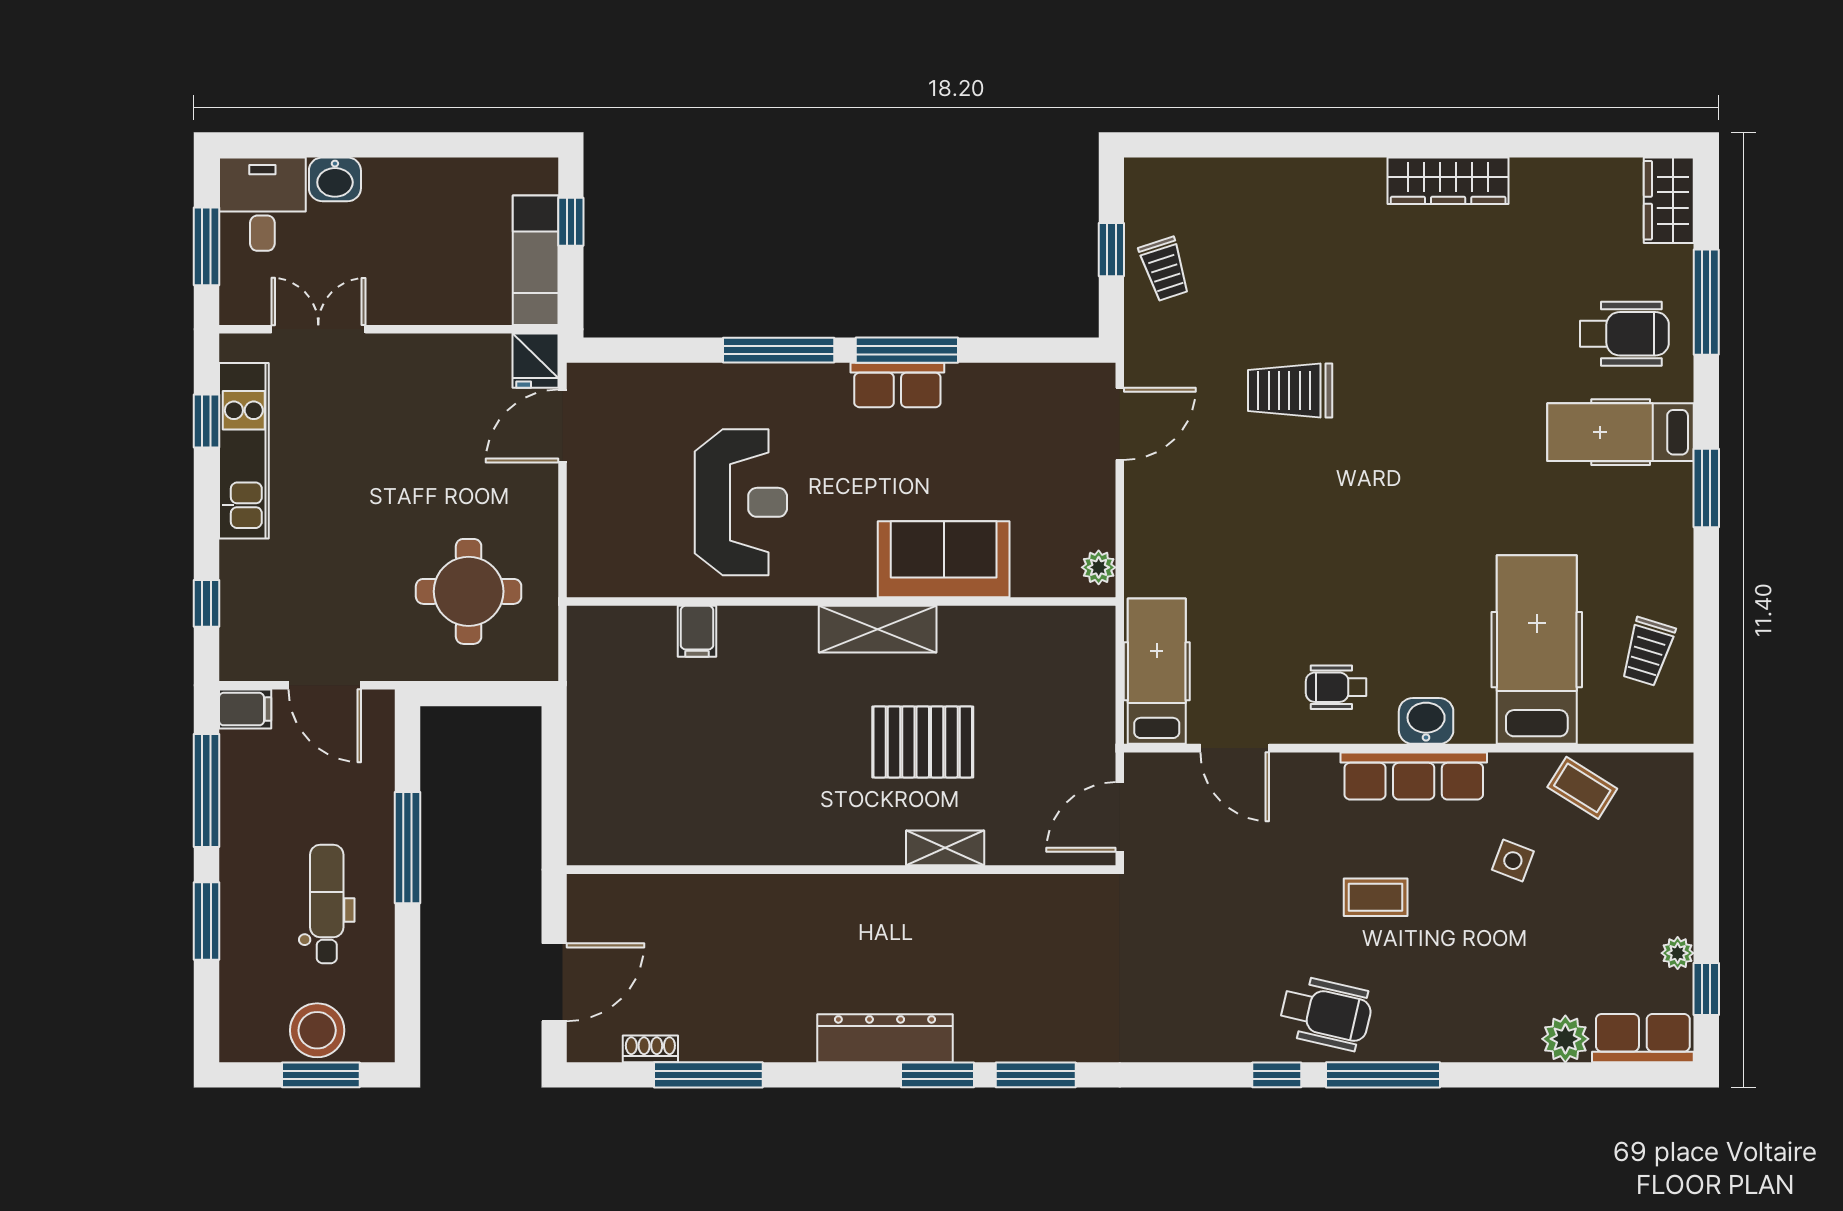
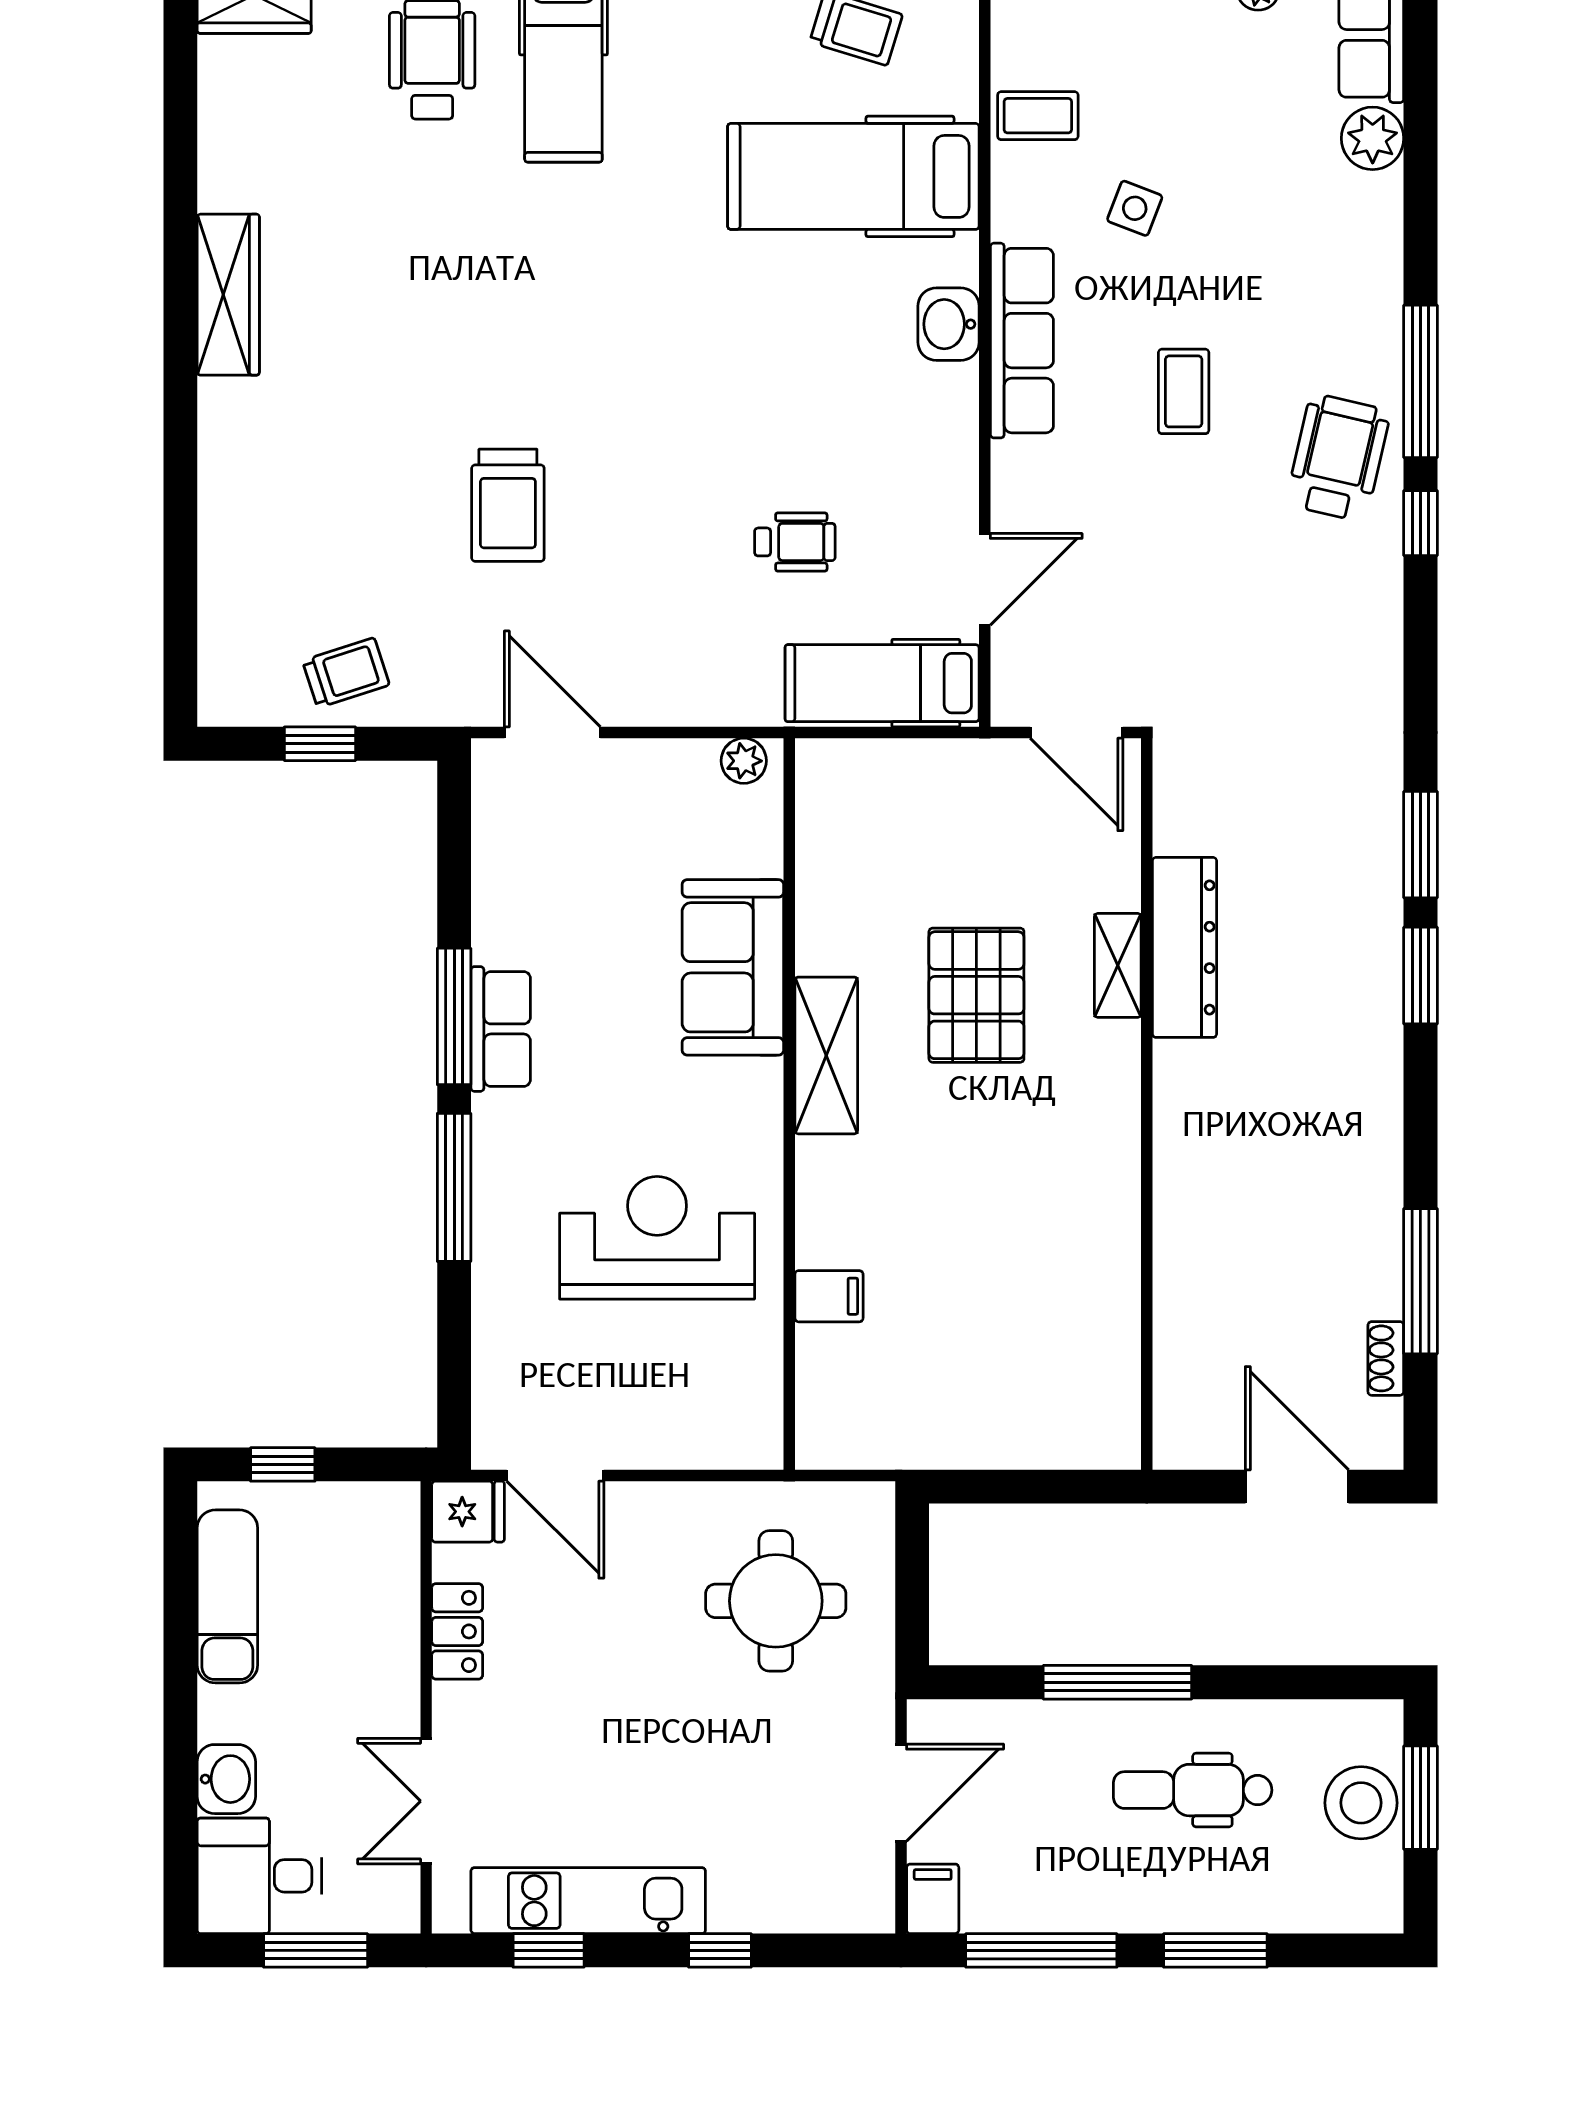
exam couch: (536, 260) -> (227, 1596), moved, turned -90
locker: (446, 353) -> (457, 1631), added
window: (206, 603) -> (720, 1950), moved
wheelchair: (1336, 687) -> (795, 542), moved, turned -90
coffee table: (1582, 788) -> (1038, 116), turned 58
dresser: (885, 1038) -> (1184, 947), moved, turned 180

